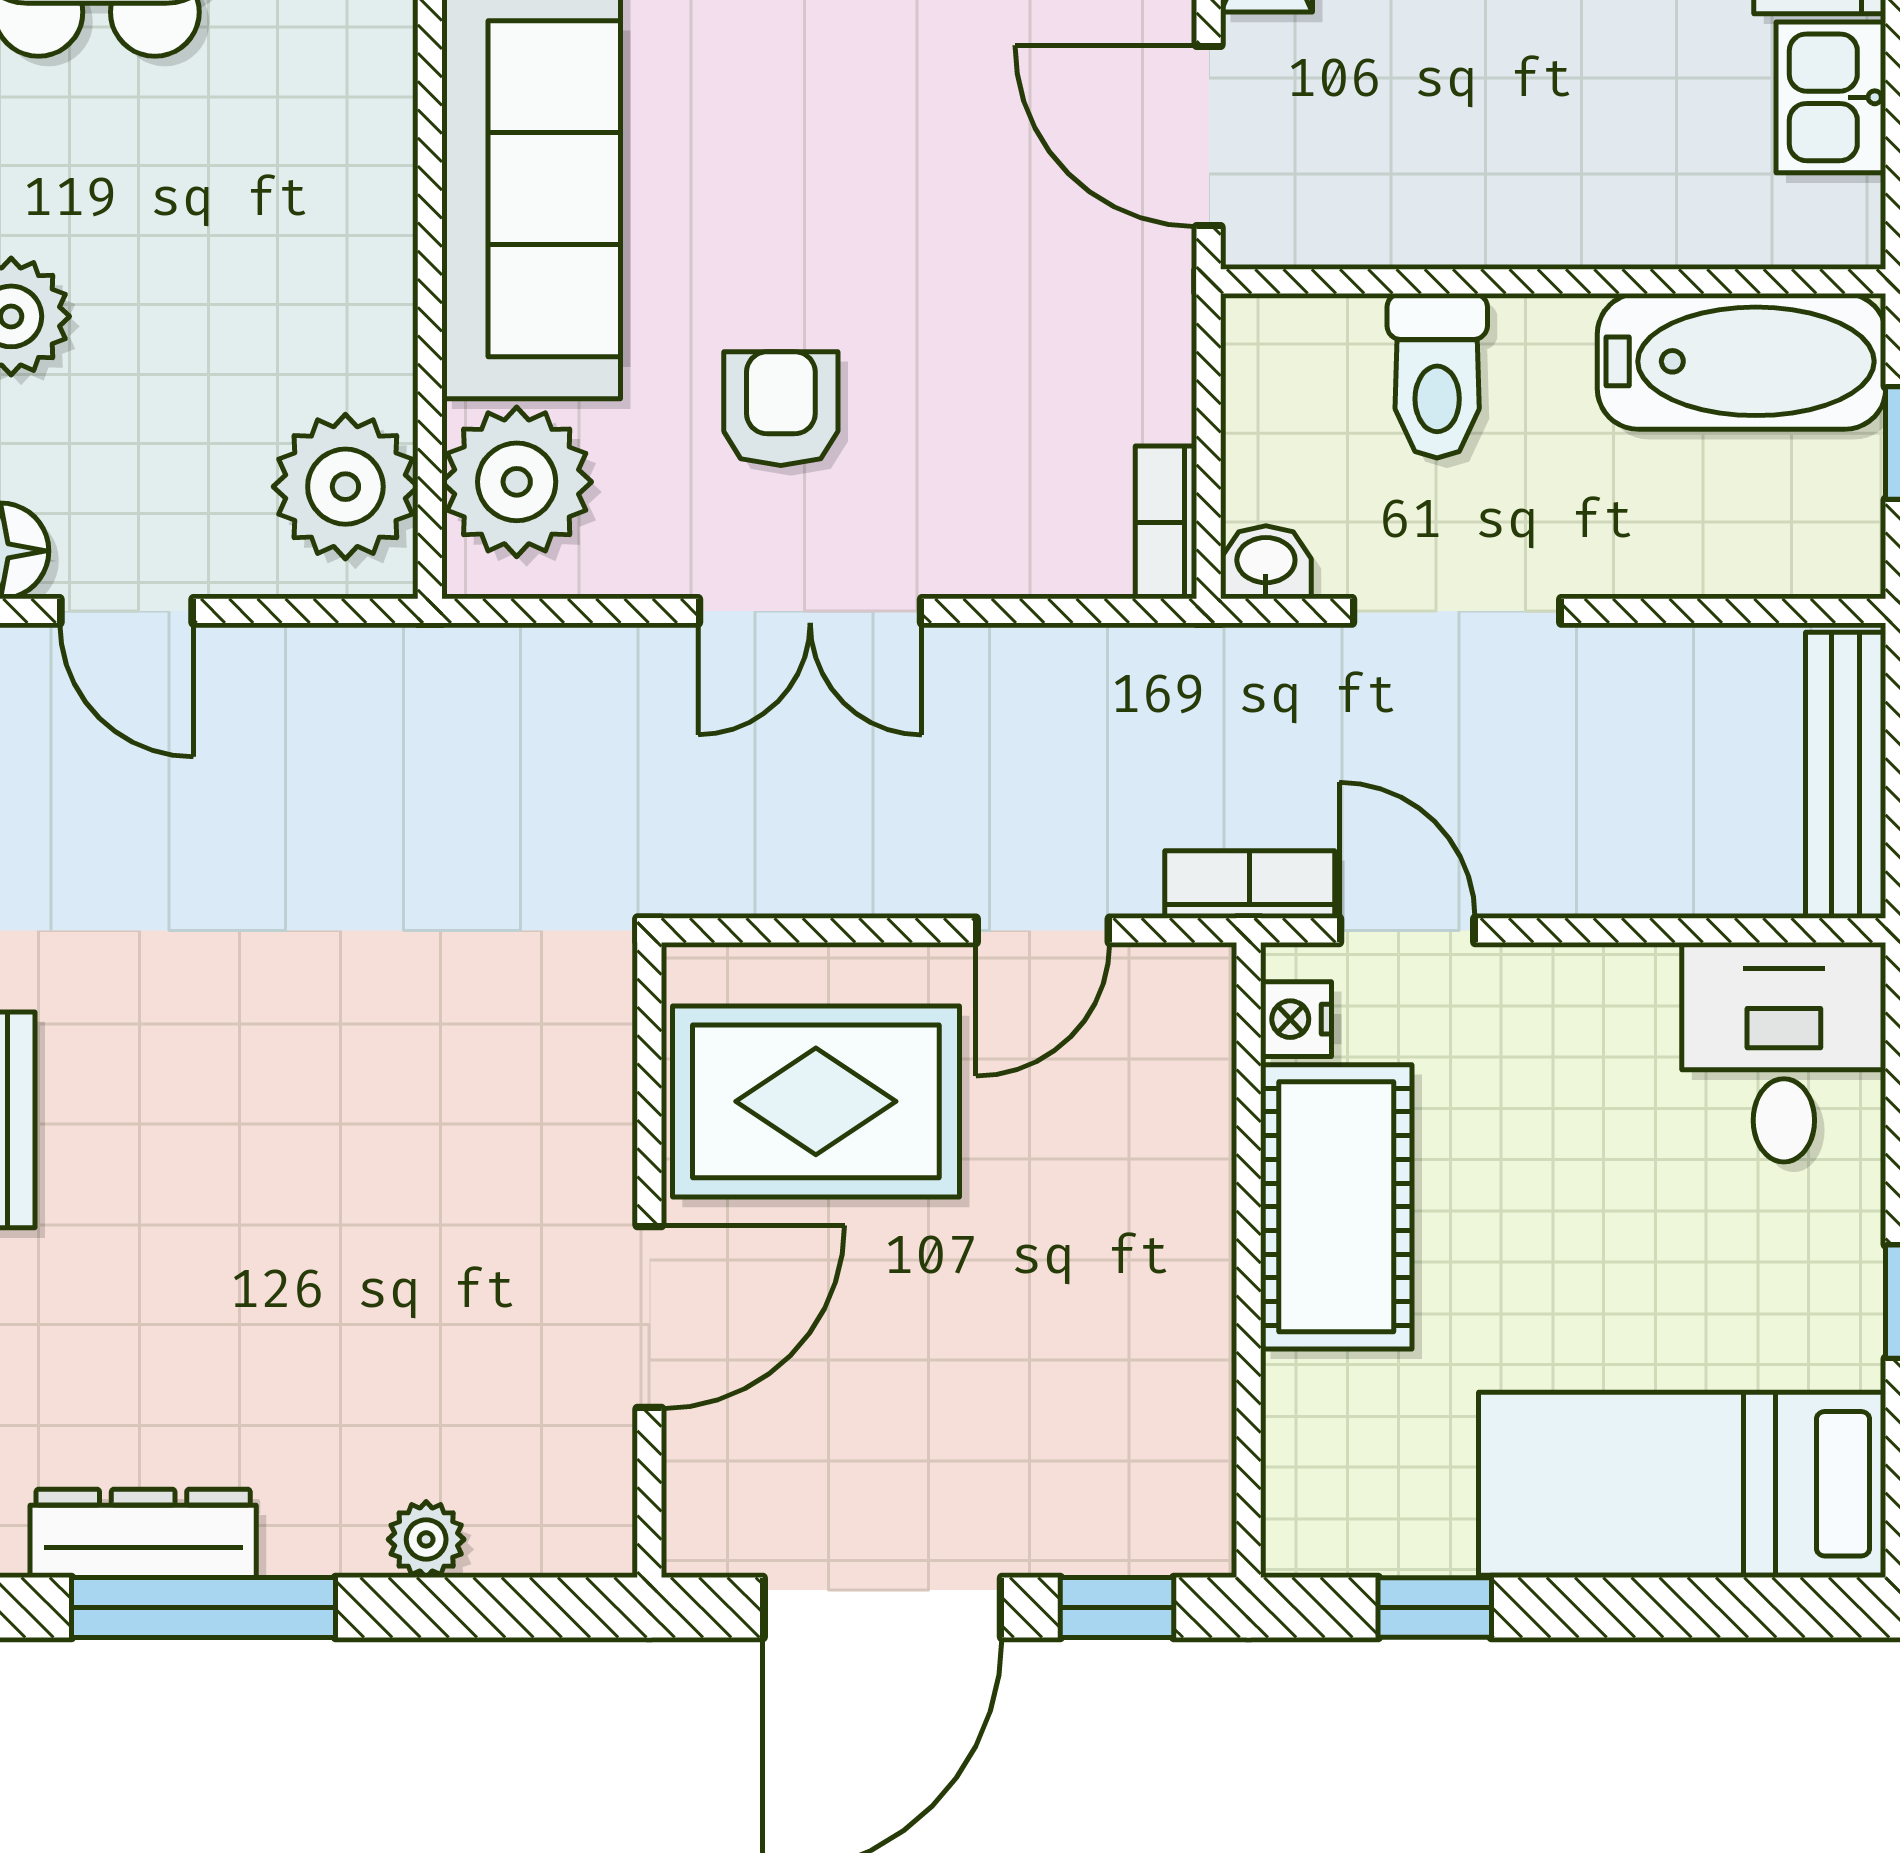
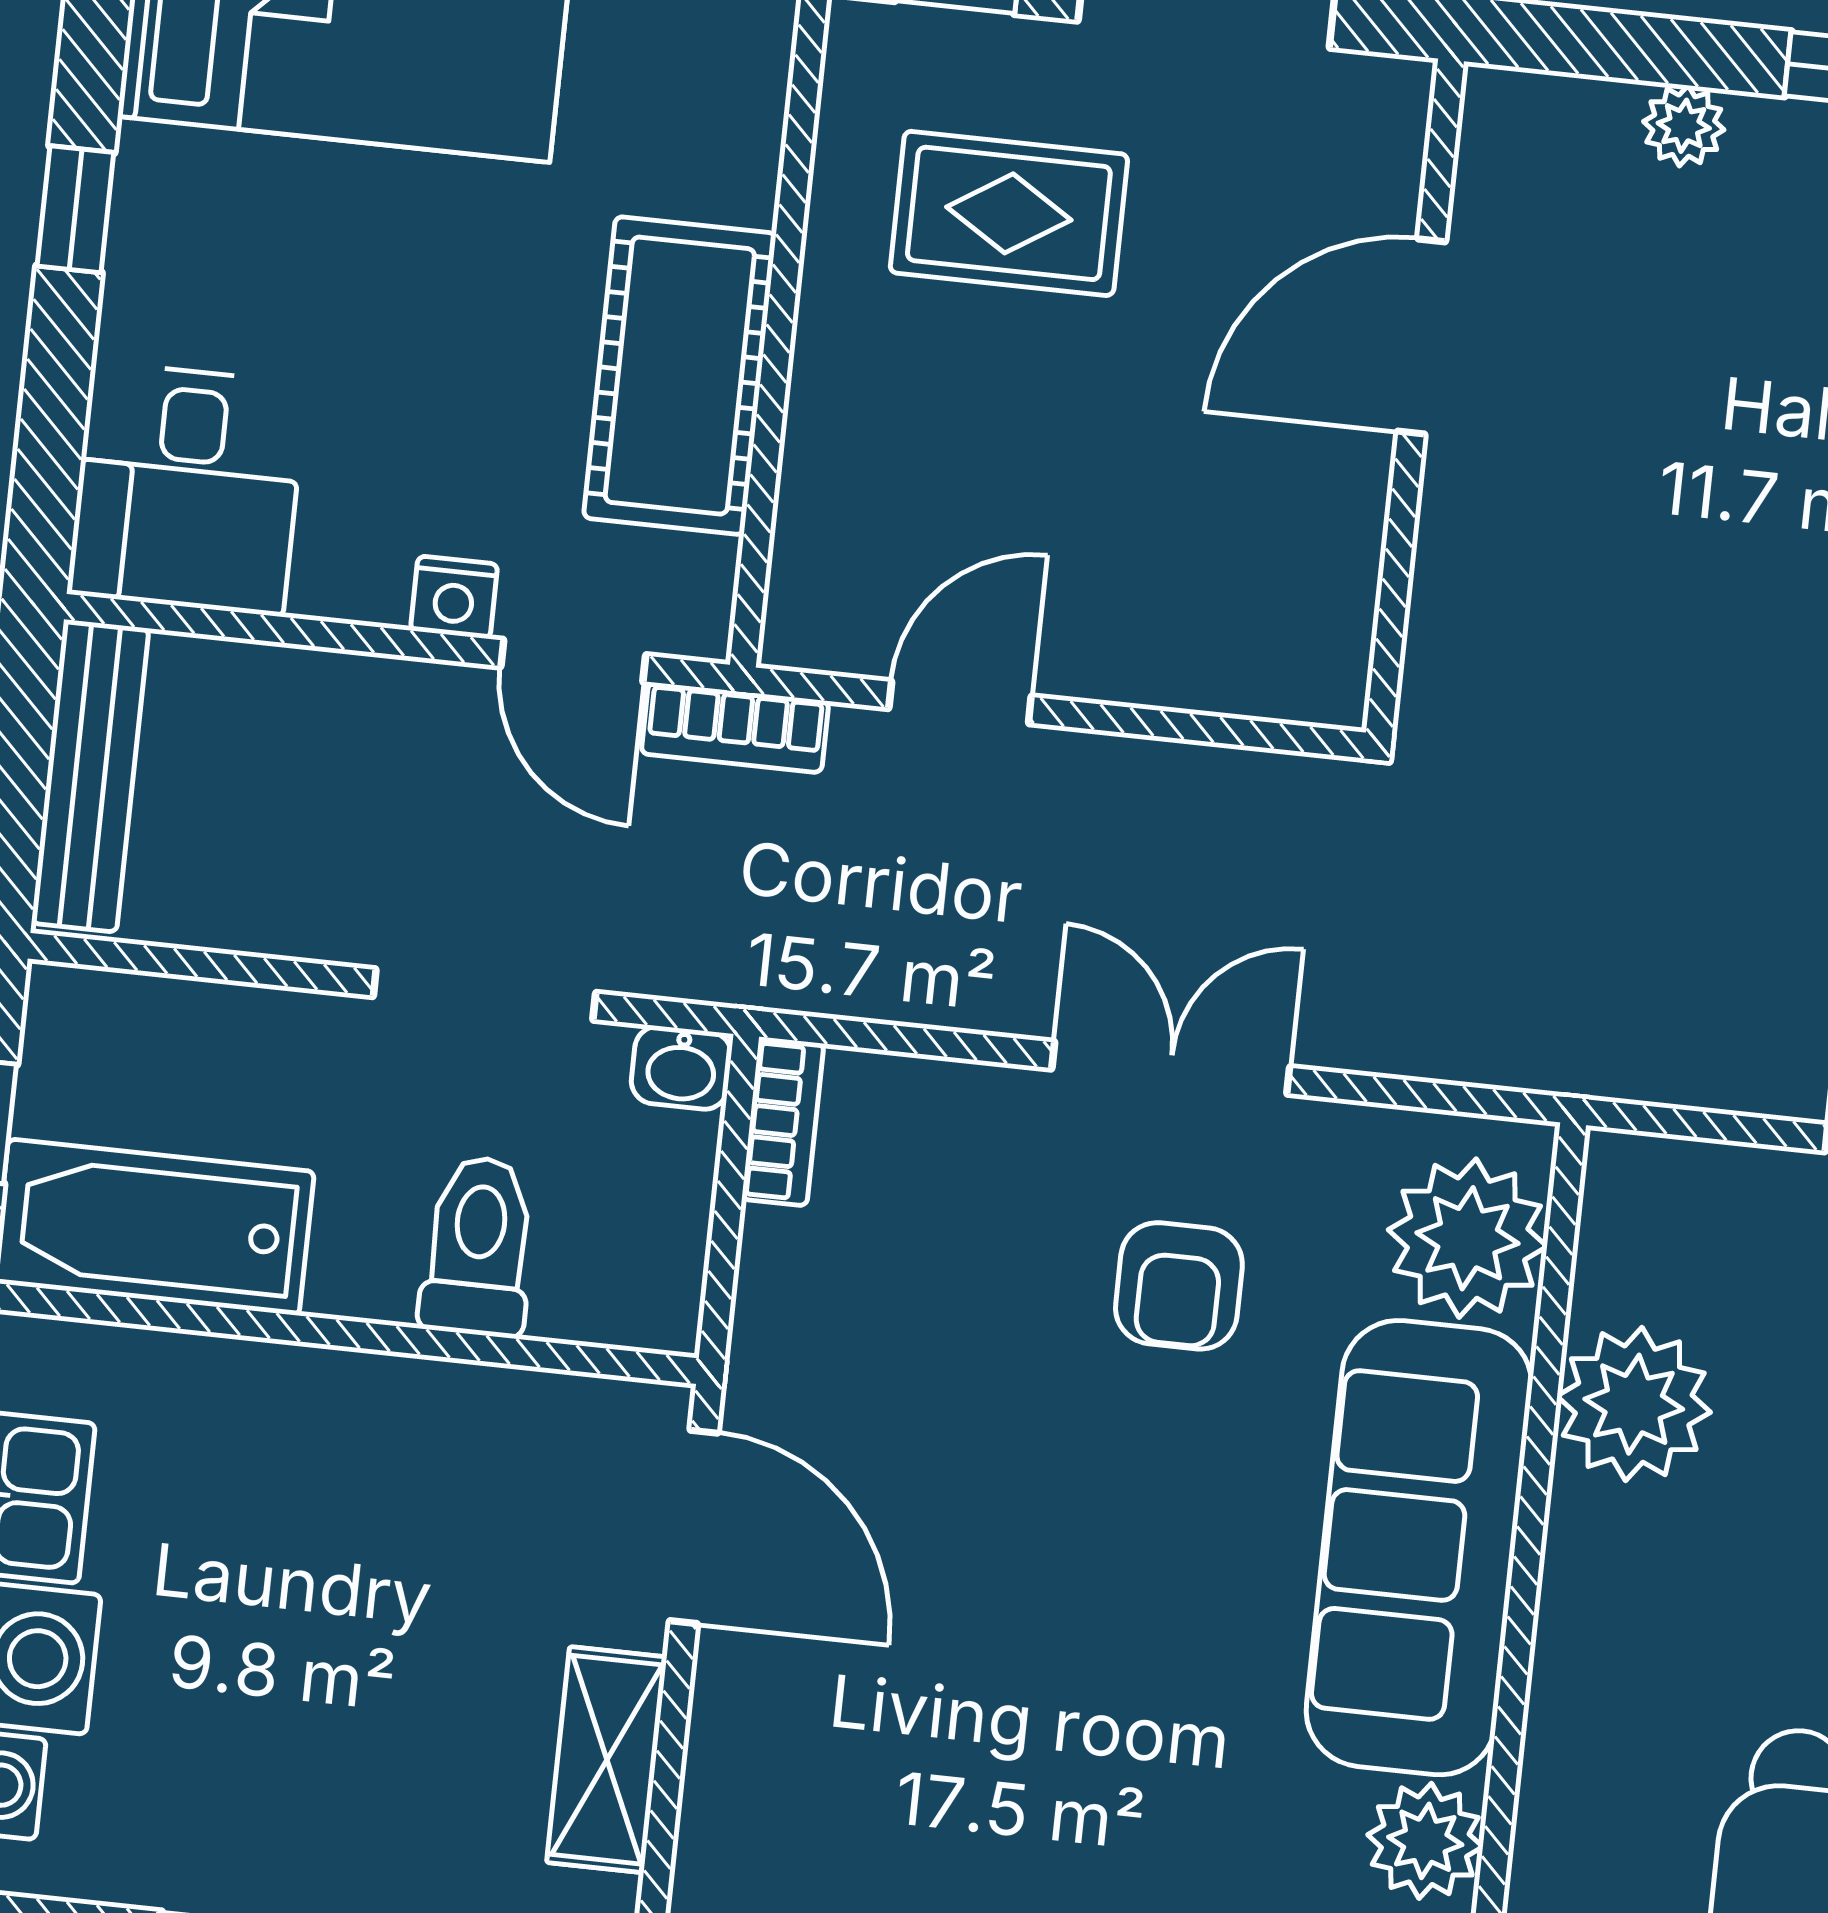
plant: (345, 487) -> (1634, 1404), moved
nightstand: (1296, 1019) -> (454, 597), moved, turned 90
rug: (816, 1101) -> (1009, 213), moved, width x0.73, depth x0.70

